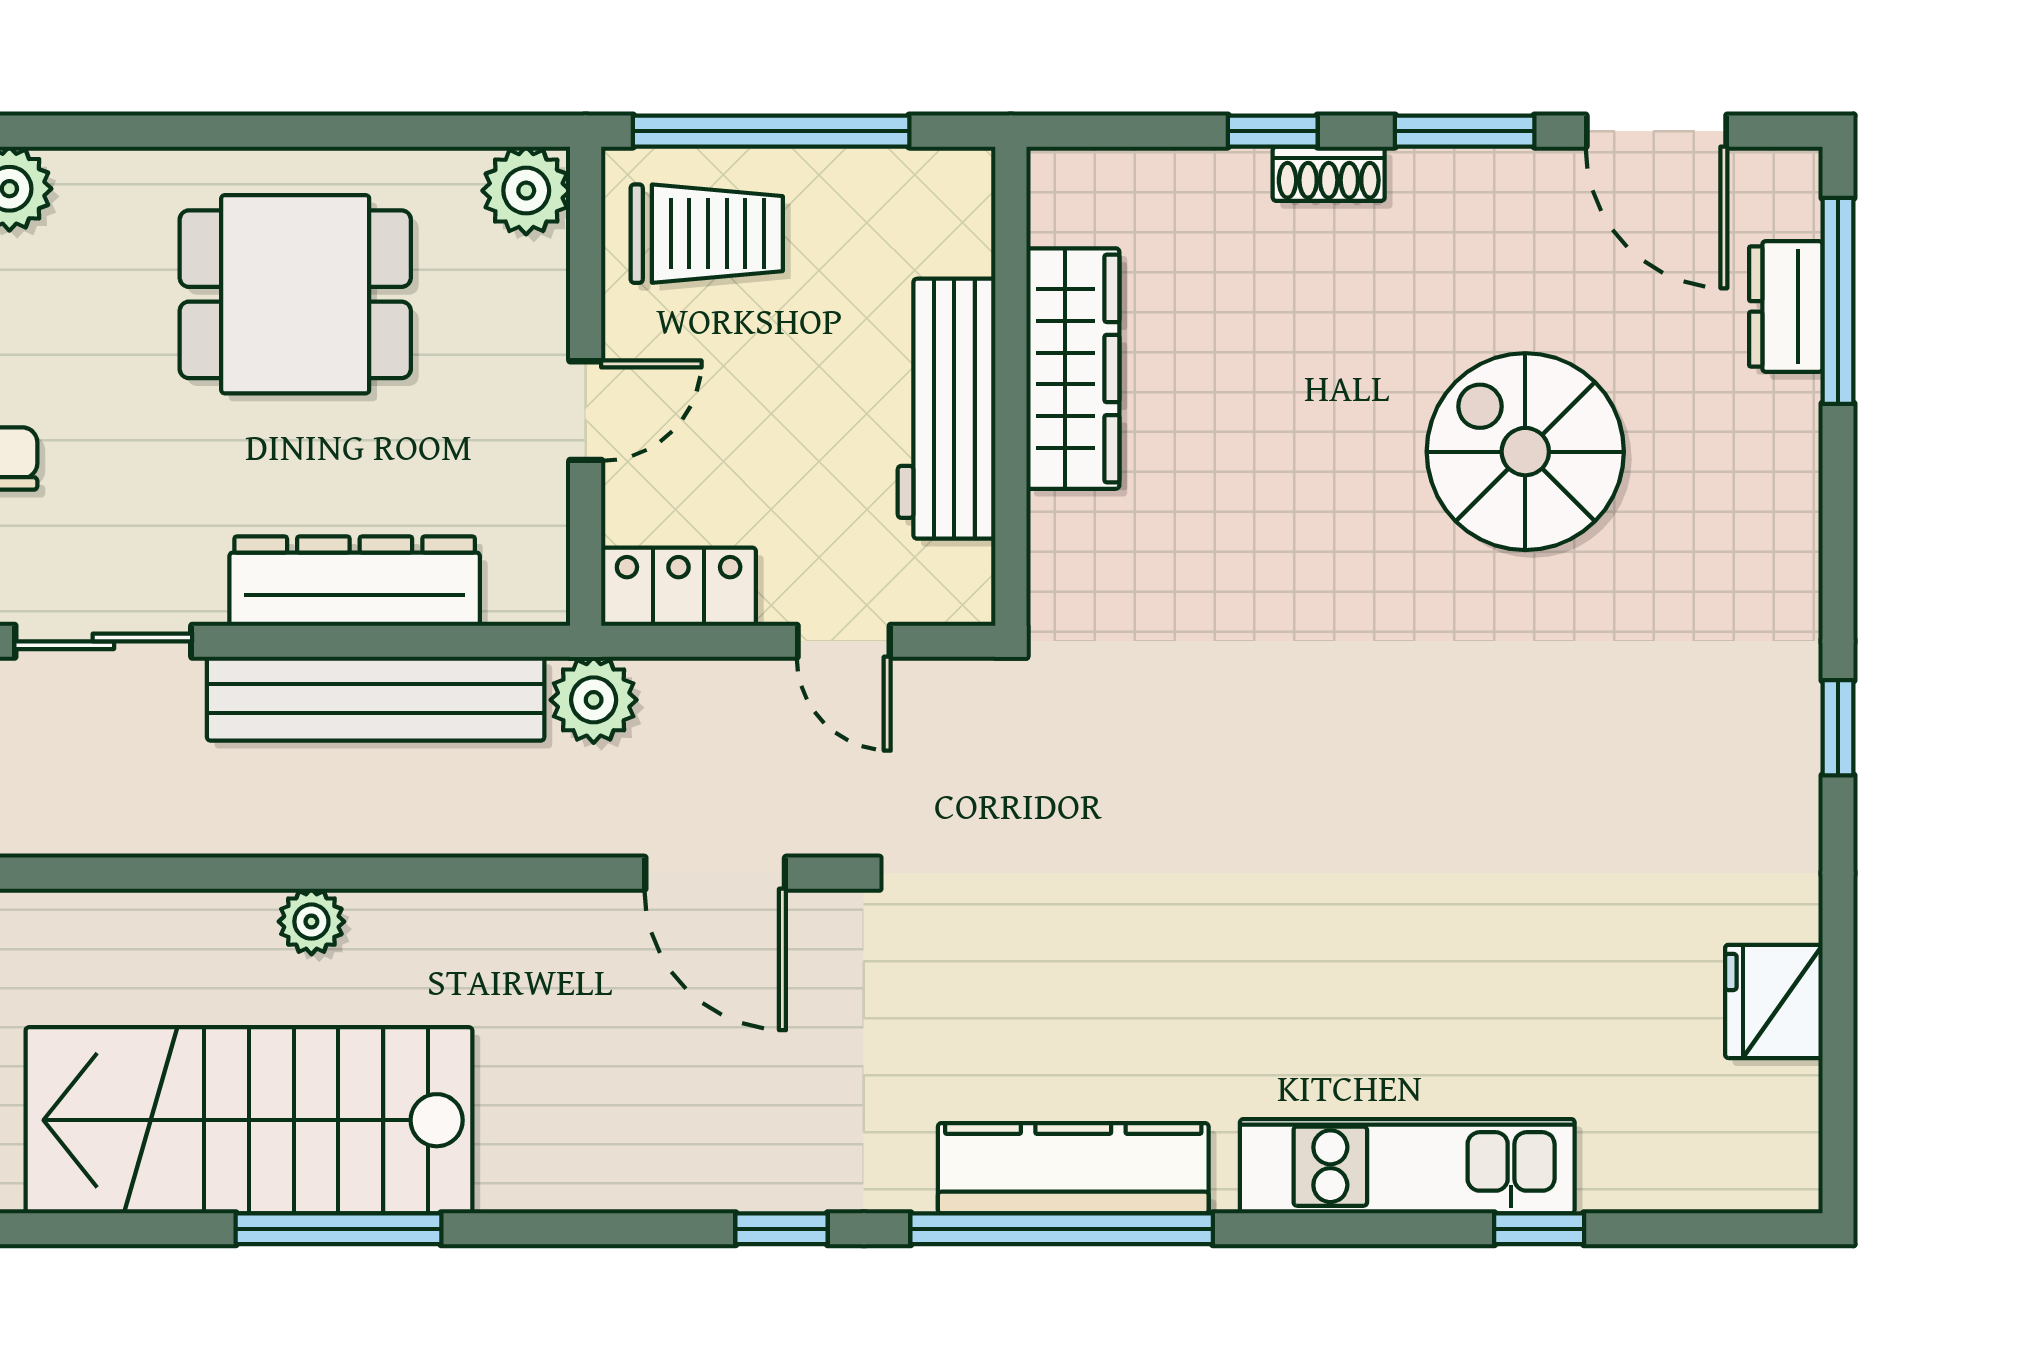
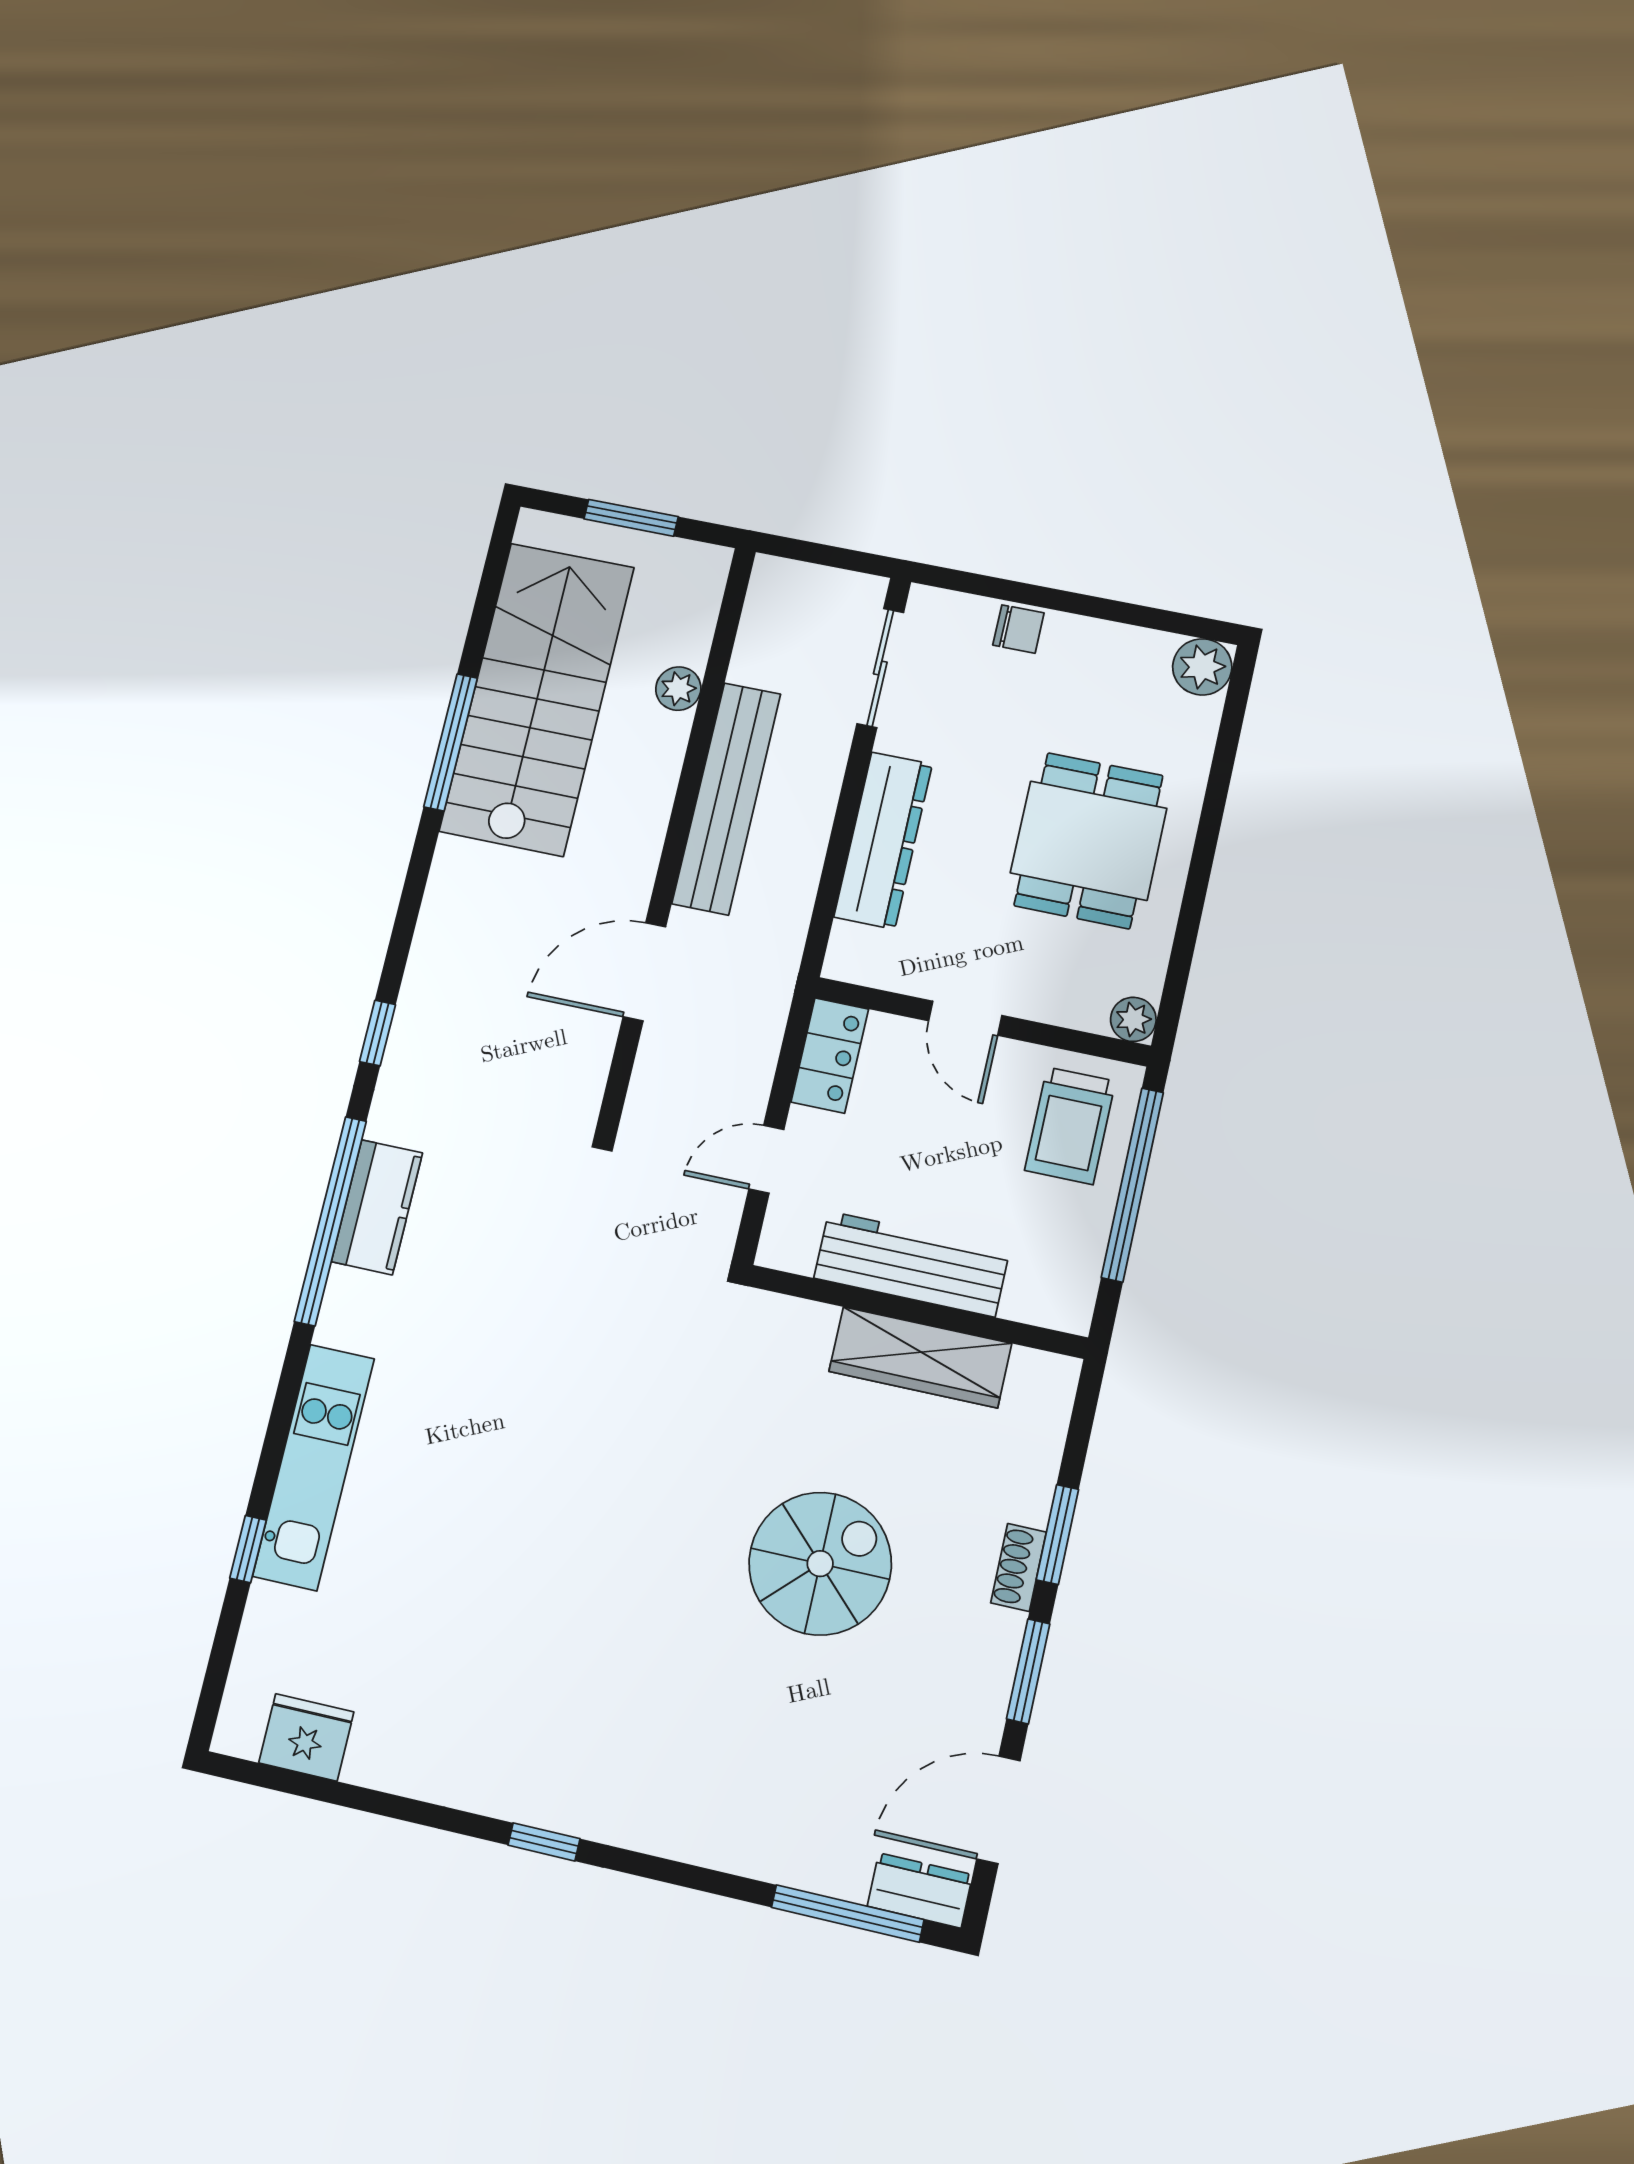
window: (1273, 131) -> (1057, 1534), width x1.50
plant: (526, 191) -> (1133, 1019), width x0.73, depth x0.73
dresser: (1786, 306) -> (920, 1890), moved
spiral stairs: (1525, 452) -> (820, 1564), moved
bench: (376, 699) -> (726, 799), moved
plant: (594, 700) -> (765, 982), removed
door: (715, 873) -> (644, 972), moved
plant: (311, 922) -> (678, 689), moved
fridge: (1774, 1001) -> (306, 1737), moved
kitchen counter: (1073, 1168) -> (377, 1207), width x0.67

